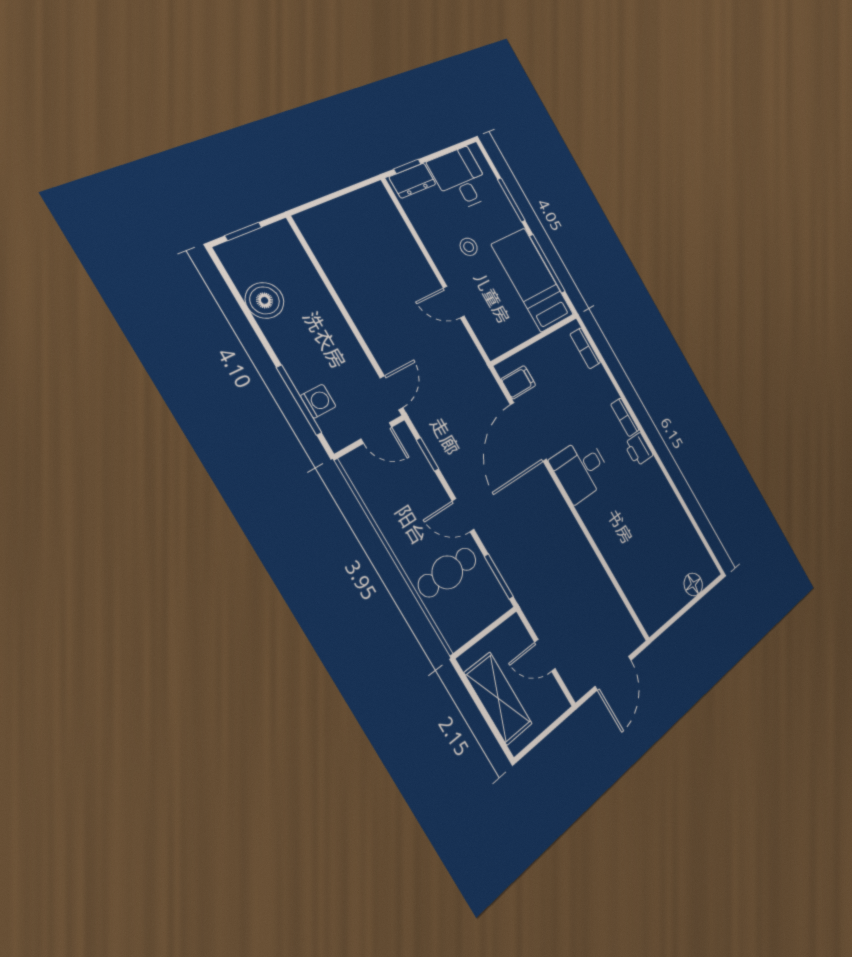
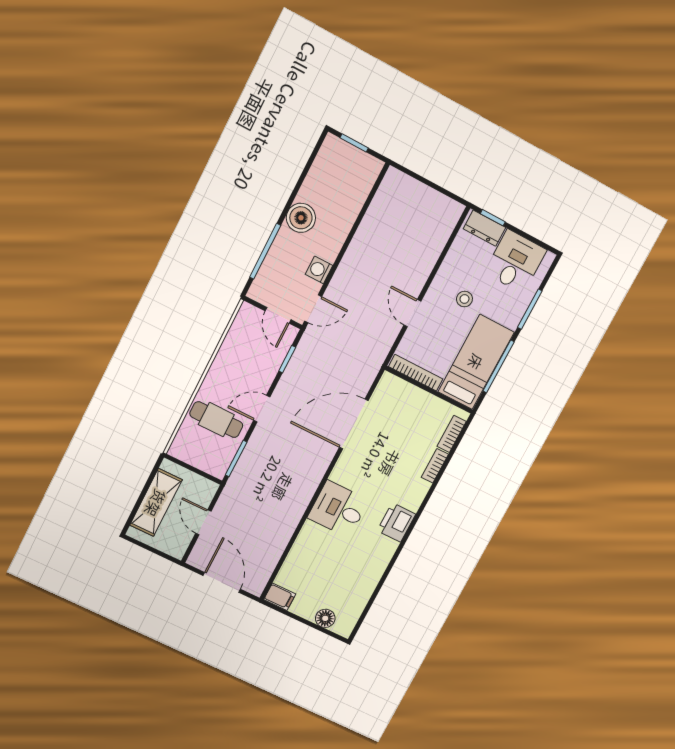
boiler: (265, 300) -> (301, 218), moved
bookcase: (512, 340) -> (416, 373), added
filing cabinet: (518, 382) -> (280, 597), moved
washing machine: (318, 401) -> (319, 270), moved, turned 180
bookcase: (625, 417) -> (435, 466), moved
printer: (638, 449) -> (396, 522), width x1.36, depth x1.24
desk: (581, 469) -> (338, 509), moved
door: (463, 515) -> (262, 409), hinge flipped
door: (613, 673) -> (222, 582), swing flipped

